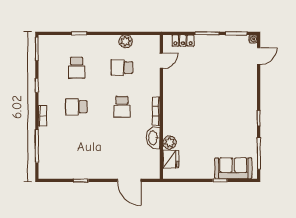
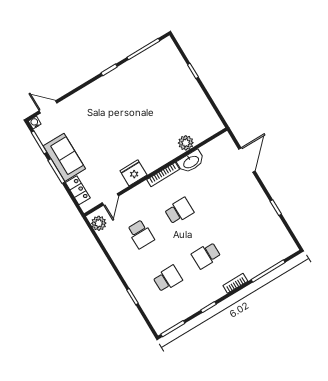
plant: (126, 41) -> (99, 223), moved
door: (161, 61) -> (110, 199), swing flipped
school desk: (76, 107) -> (206, 255), turned 90
fridge: (171, 159) -> (133, 173), moved
sofa: (233, 168) -> (64, 157), moved, turned 180

